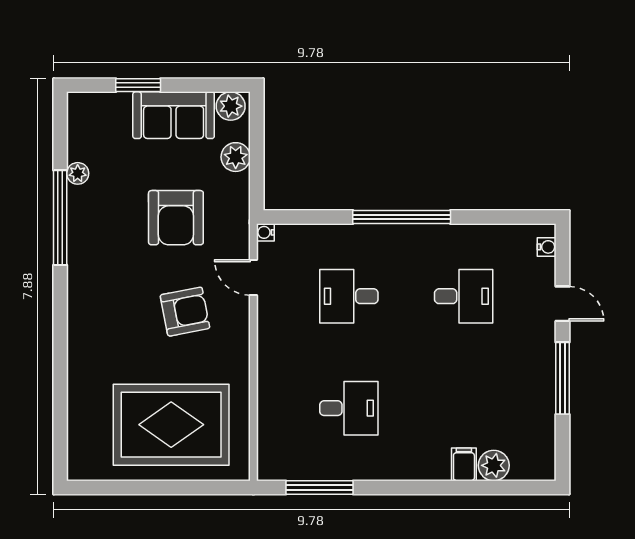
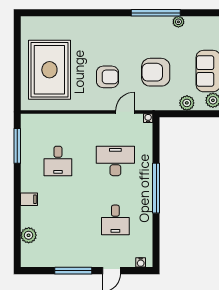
desk: (349, 296) -> (115, 161), width x1.37
armchair: (185, 312) -> (107, 77), turned -79
filing cabinet: (464, 464) -> (29, 199), moved

